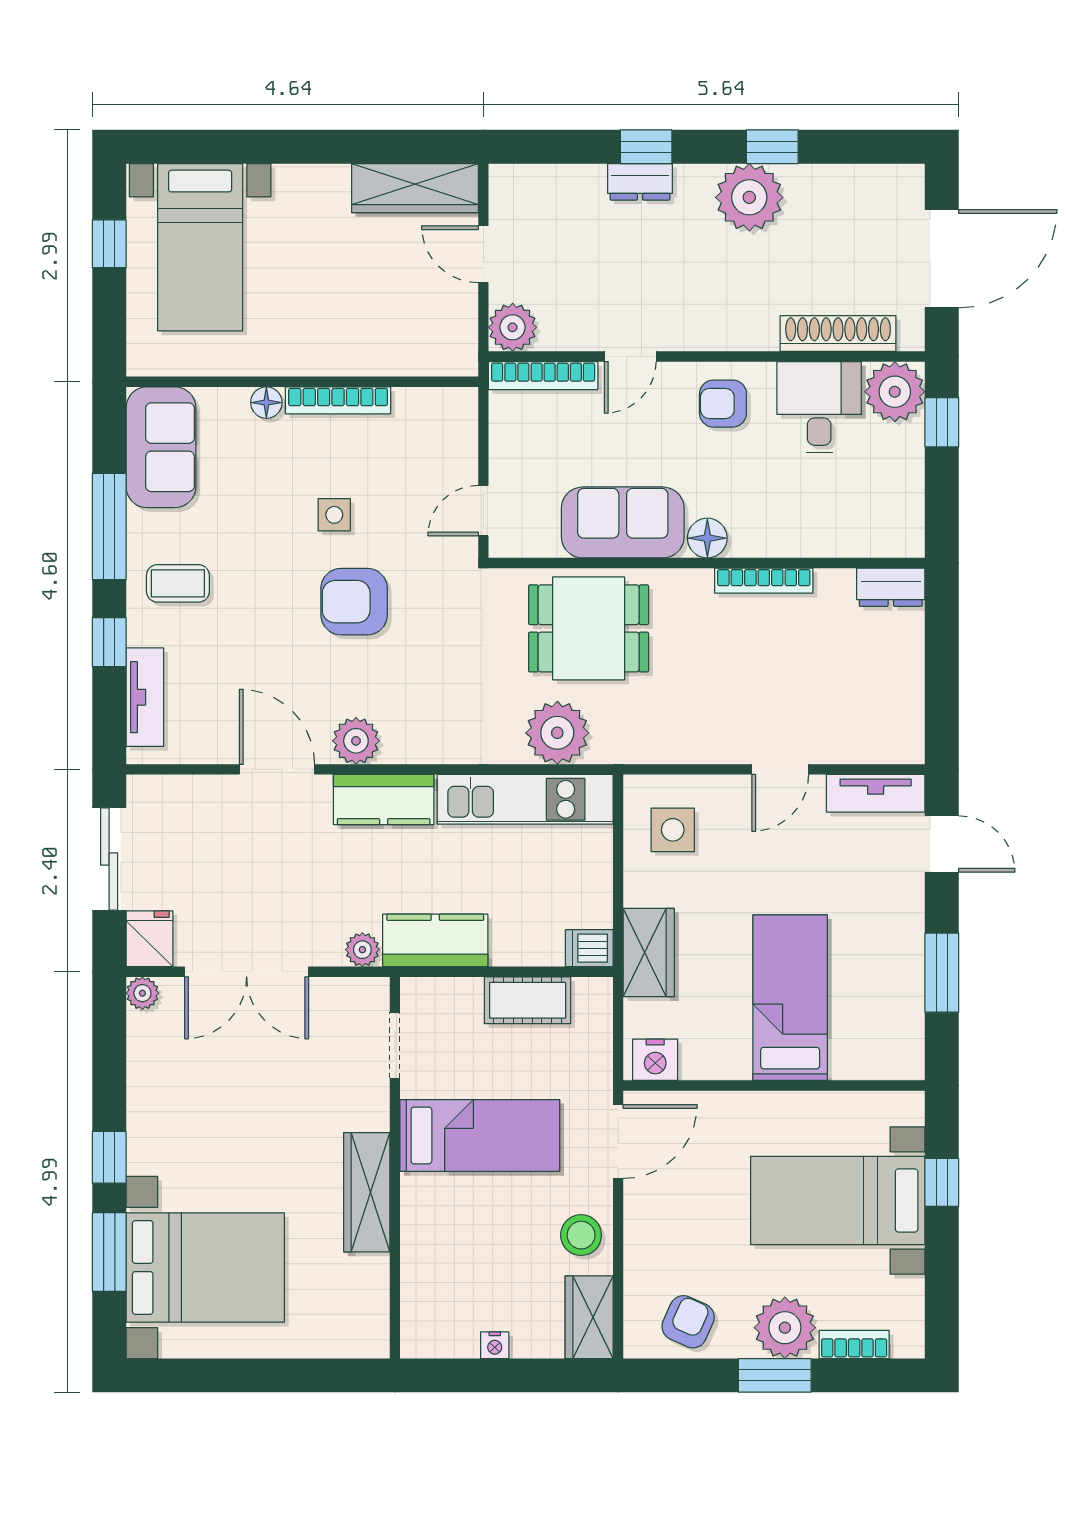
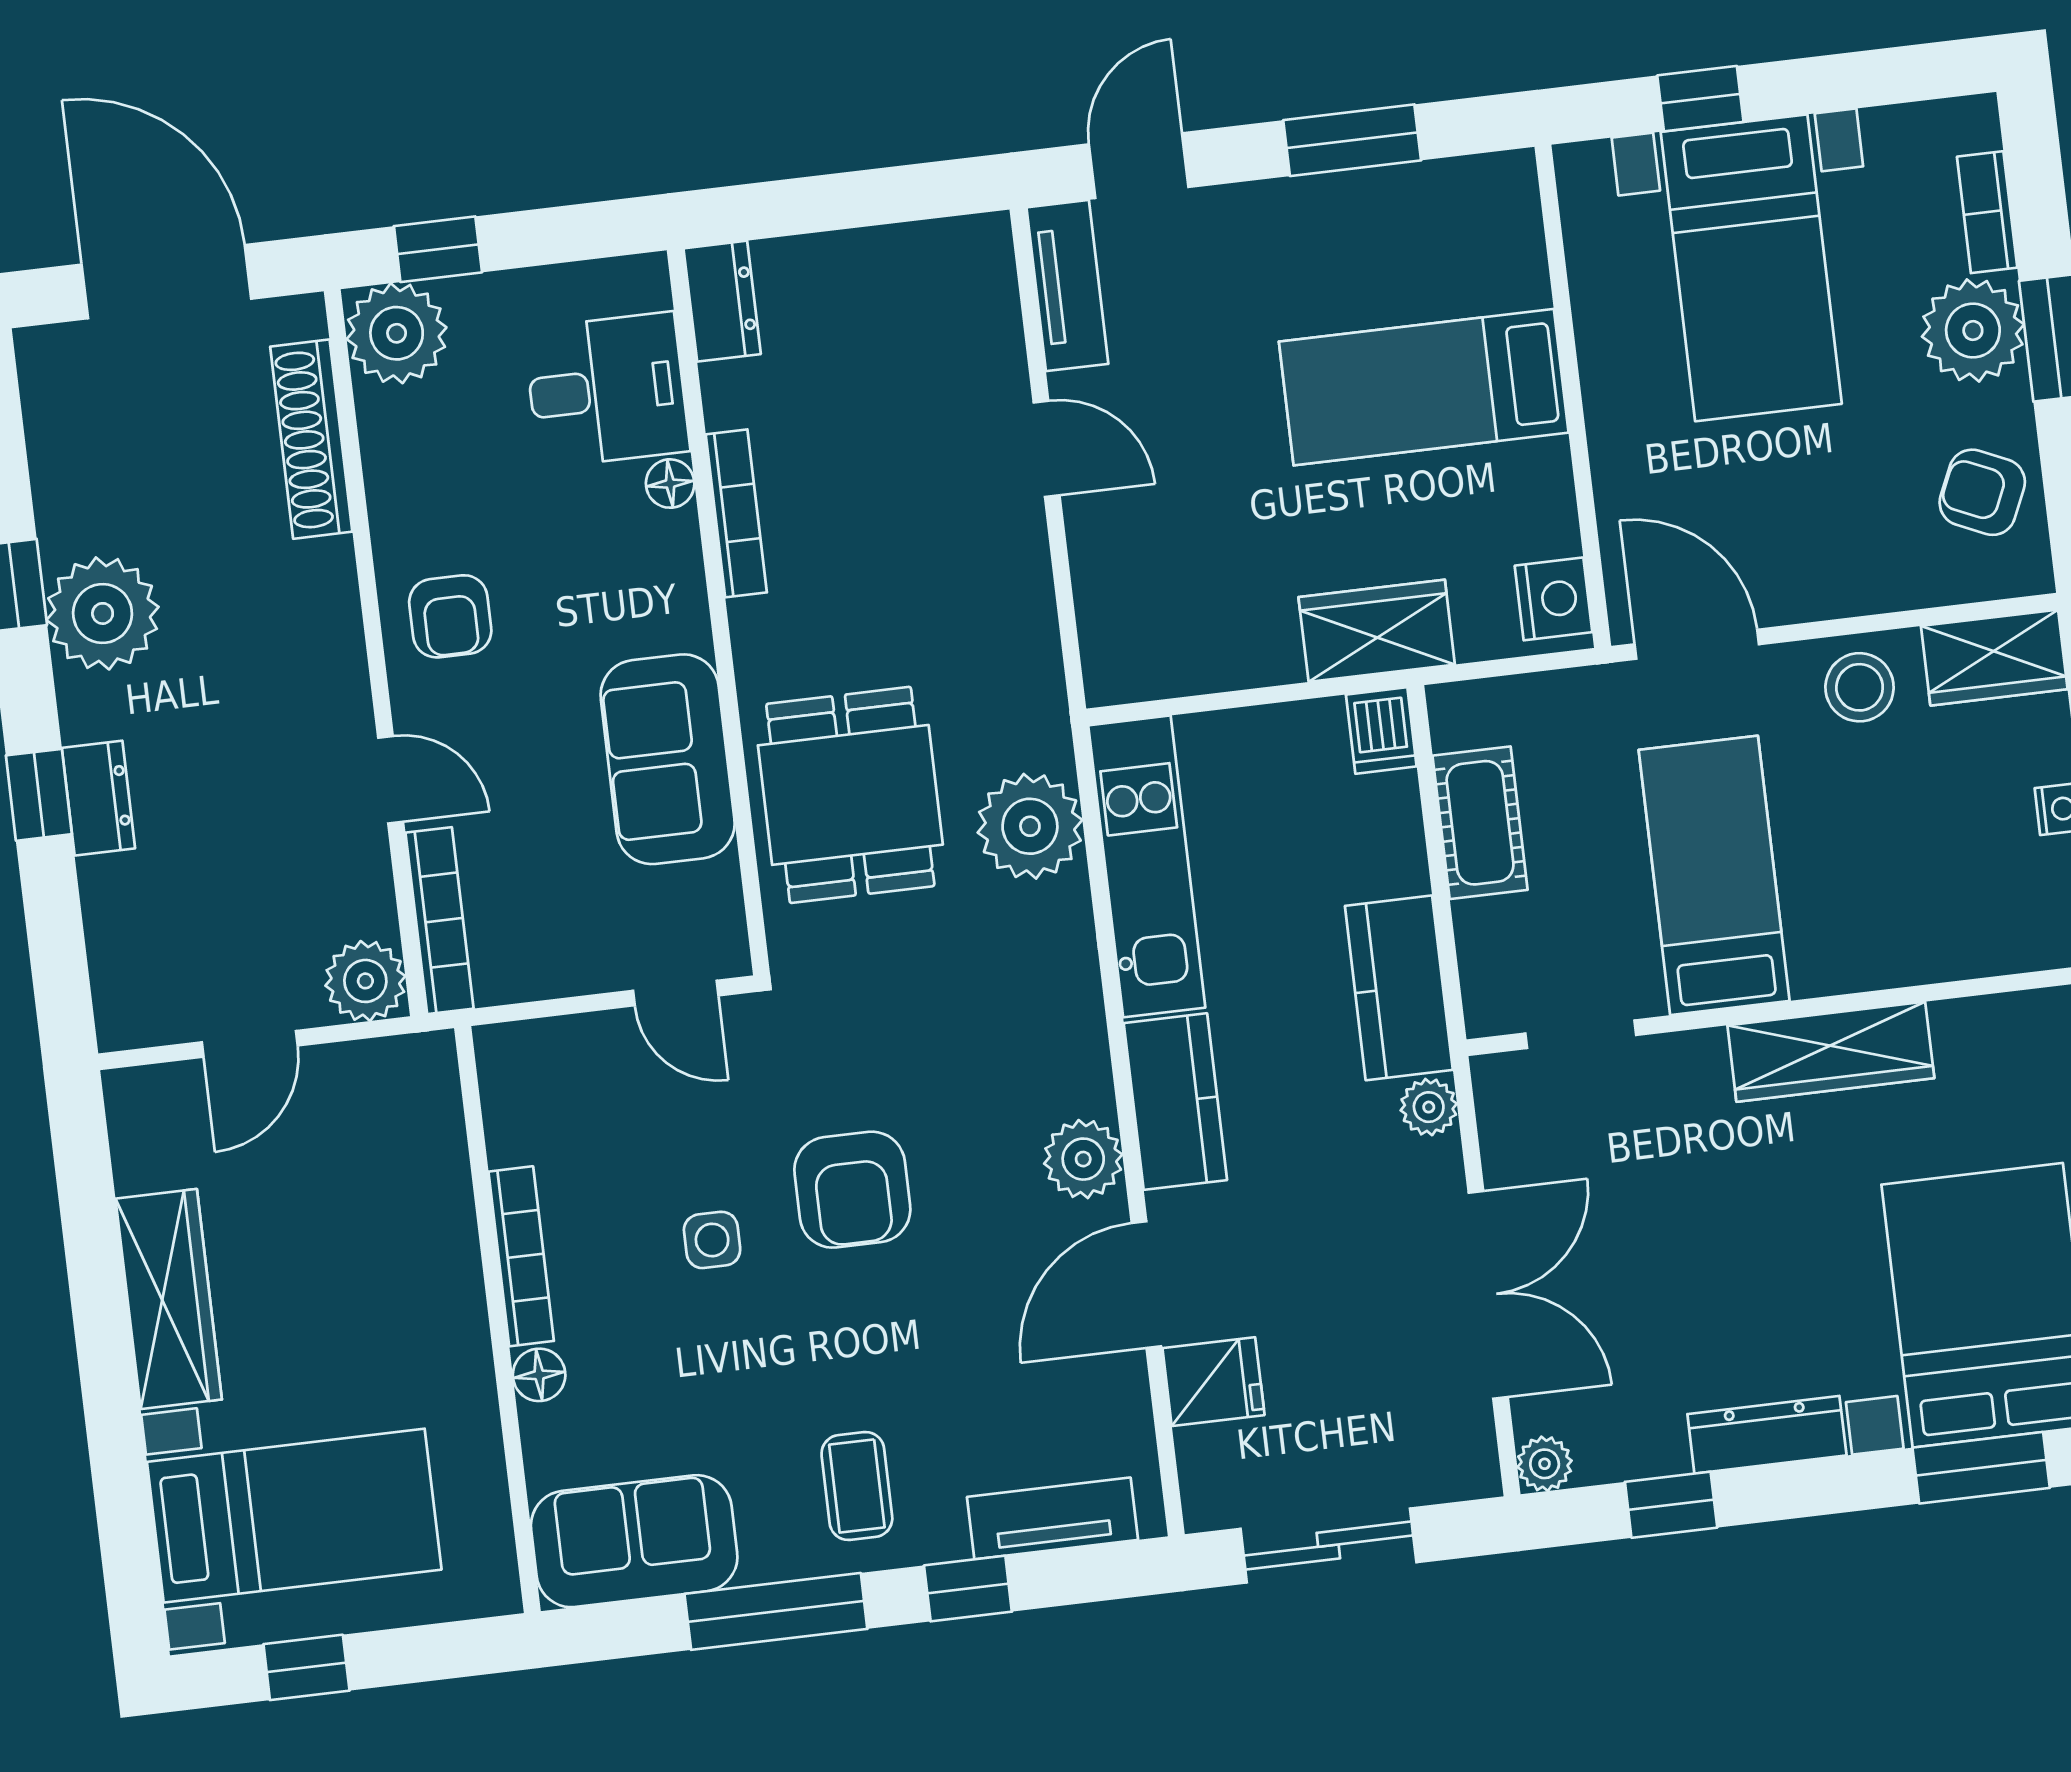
wardrobe: (415, 188) -> (169, 1299), moved
desk: (819, 407) -> (607, 390), moved, turned 180
floor lamp: (707, 538) -> (670, 484), moved, width x0.73, depth x0.73
side table: (673, 830) -> (1168, 615), removed
fridge: (149, 939) -> (1213, 1382), moved, turned 180
dresser: (144, 1127) -> (1767, 1435), added
window: (109, 1157) -> (1671, 1505), moved

